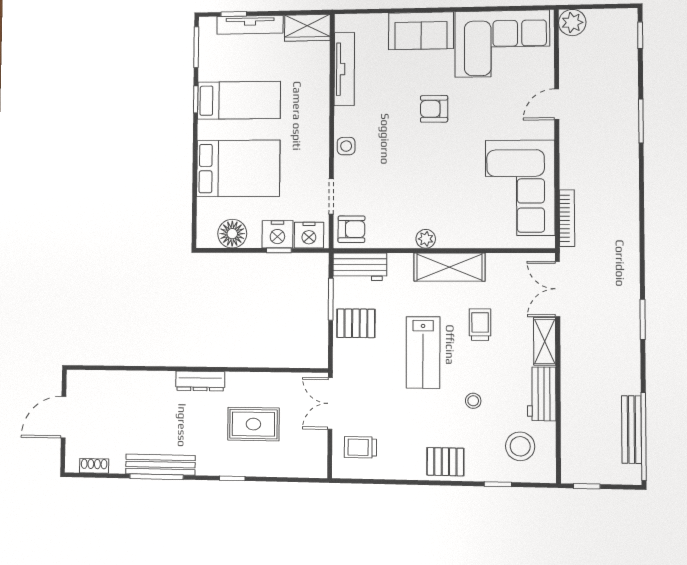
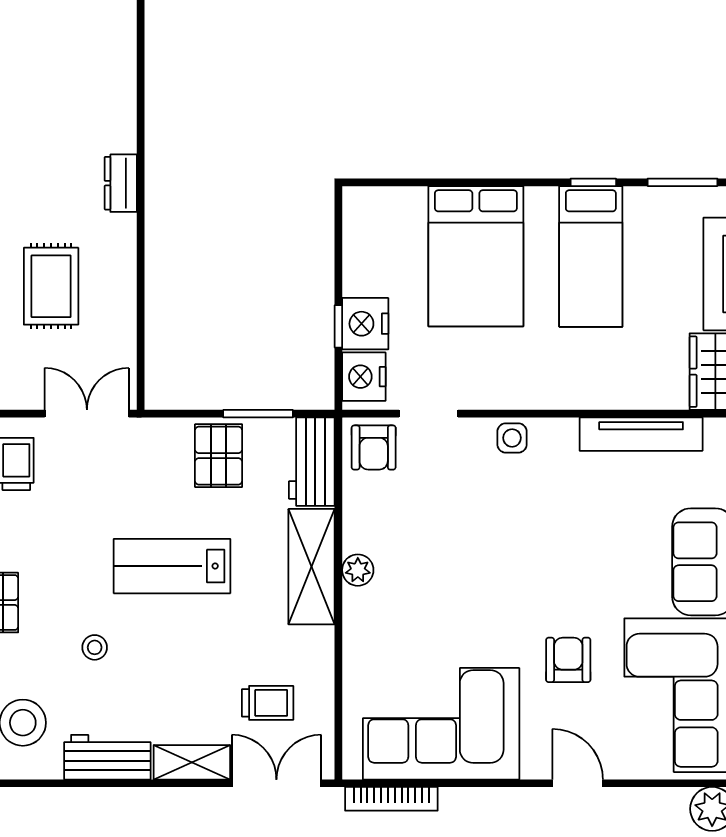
armchair: (434, 109) -> (568, 660), moved
floor lamp: (232, 234) -> (366, 247), removed
shelving: (449, 267) -> (312, 567), moved
trolley: (480, 325) -> (268, 703), moved
dresser: (200, 381) -> (121, 183), width x0.70

